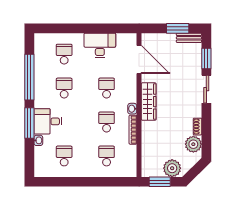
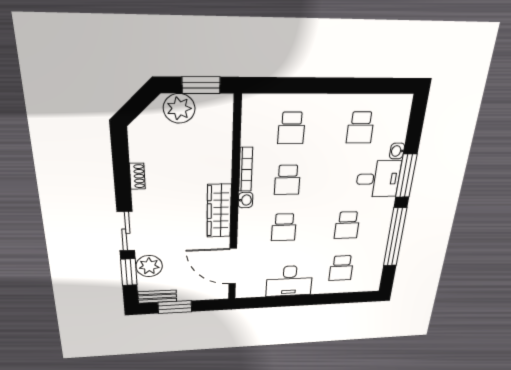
plant: (193, 144) -> (149, 266), moved

